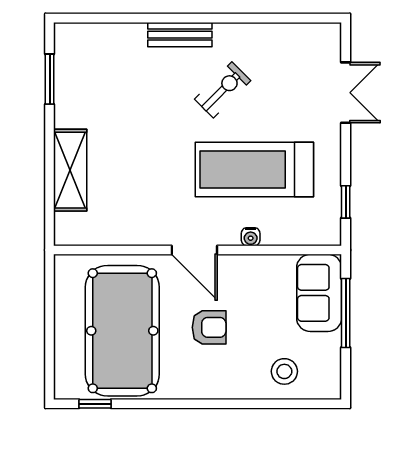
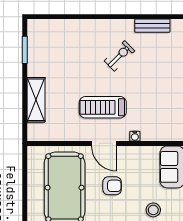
bench: (180, 35) -> (152, 26), moved
treadmill: (254, 169) -> (103, 107), moved, width x0.73, depth x0.73

